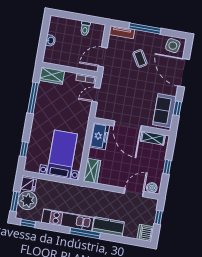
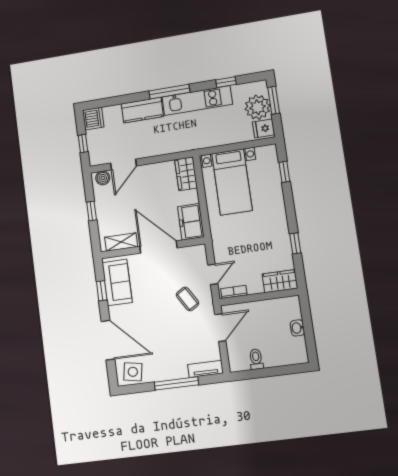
coffee table: (140, 58) -> (187, 299), moved
window: (33, 98) -> (295, 243), width x0.46
window: (28, 223) -> (226, 82), moved

